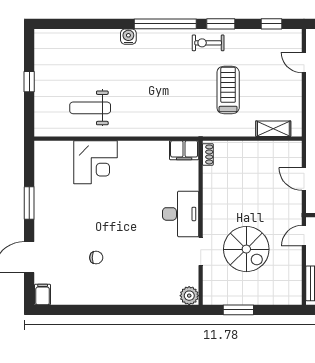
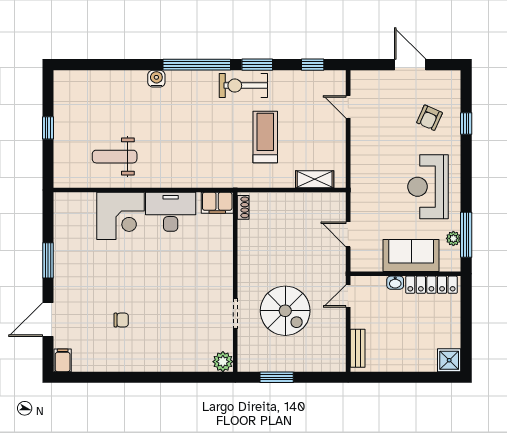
exercise bike: (208, 43) -> (243, 86), width x1.38, depth x1.39
desk: (181, 214) -> (171, 212), moved, turned -90

